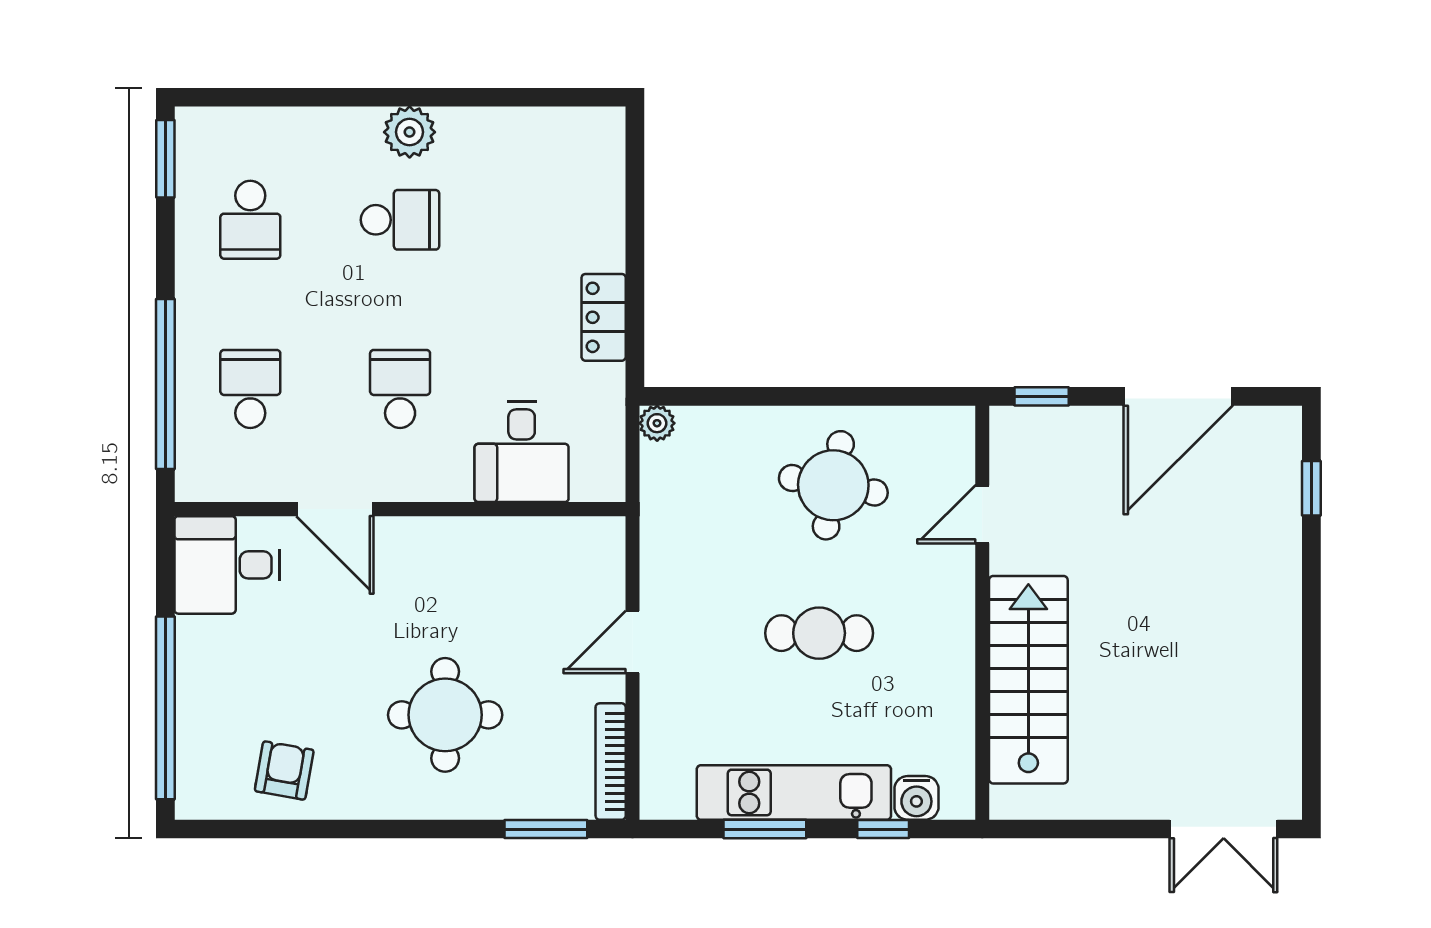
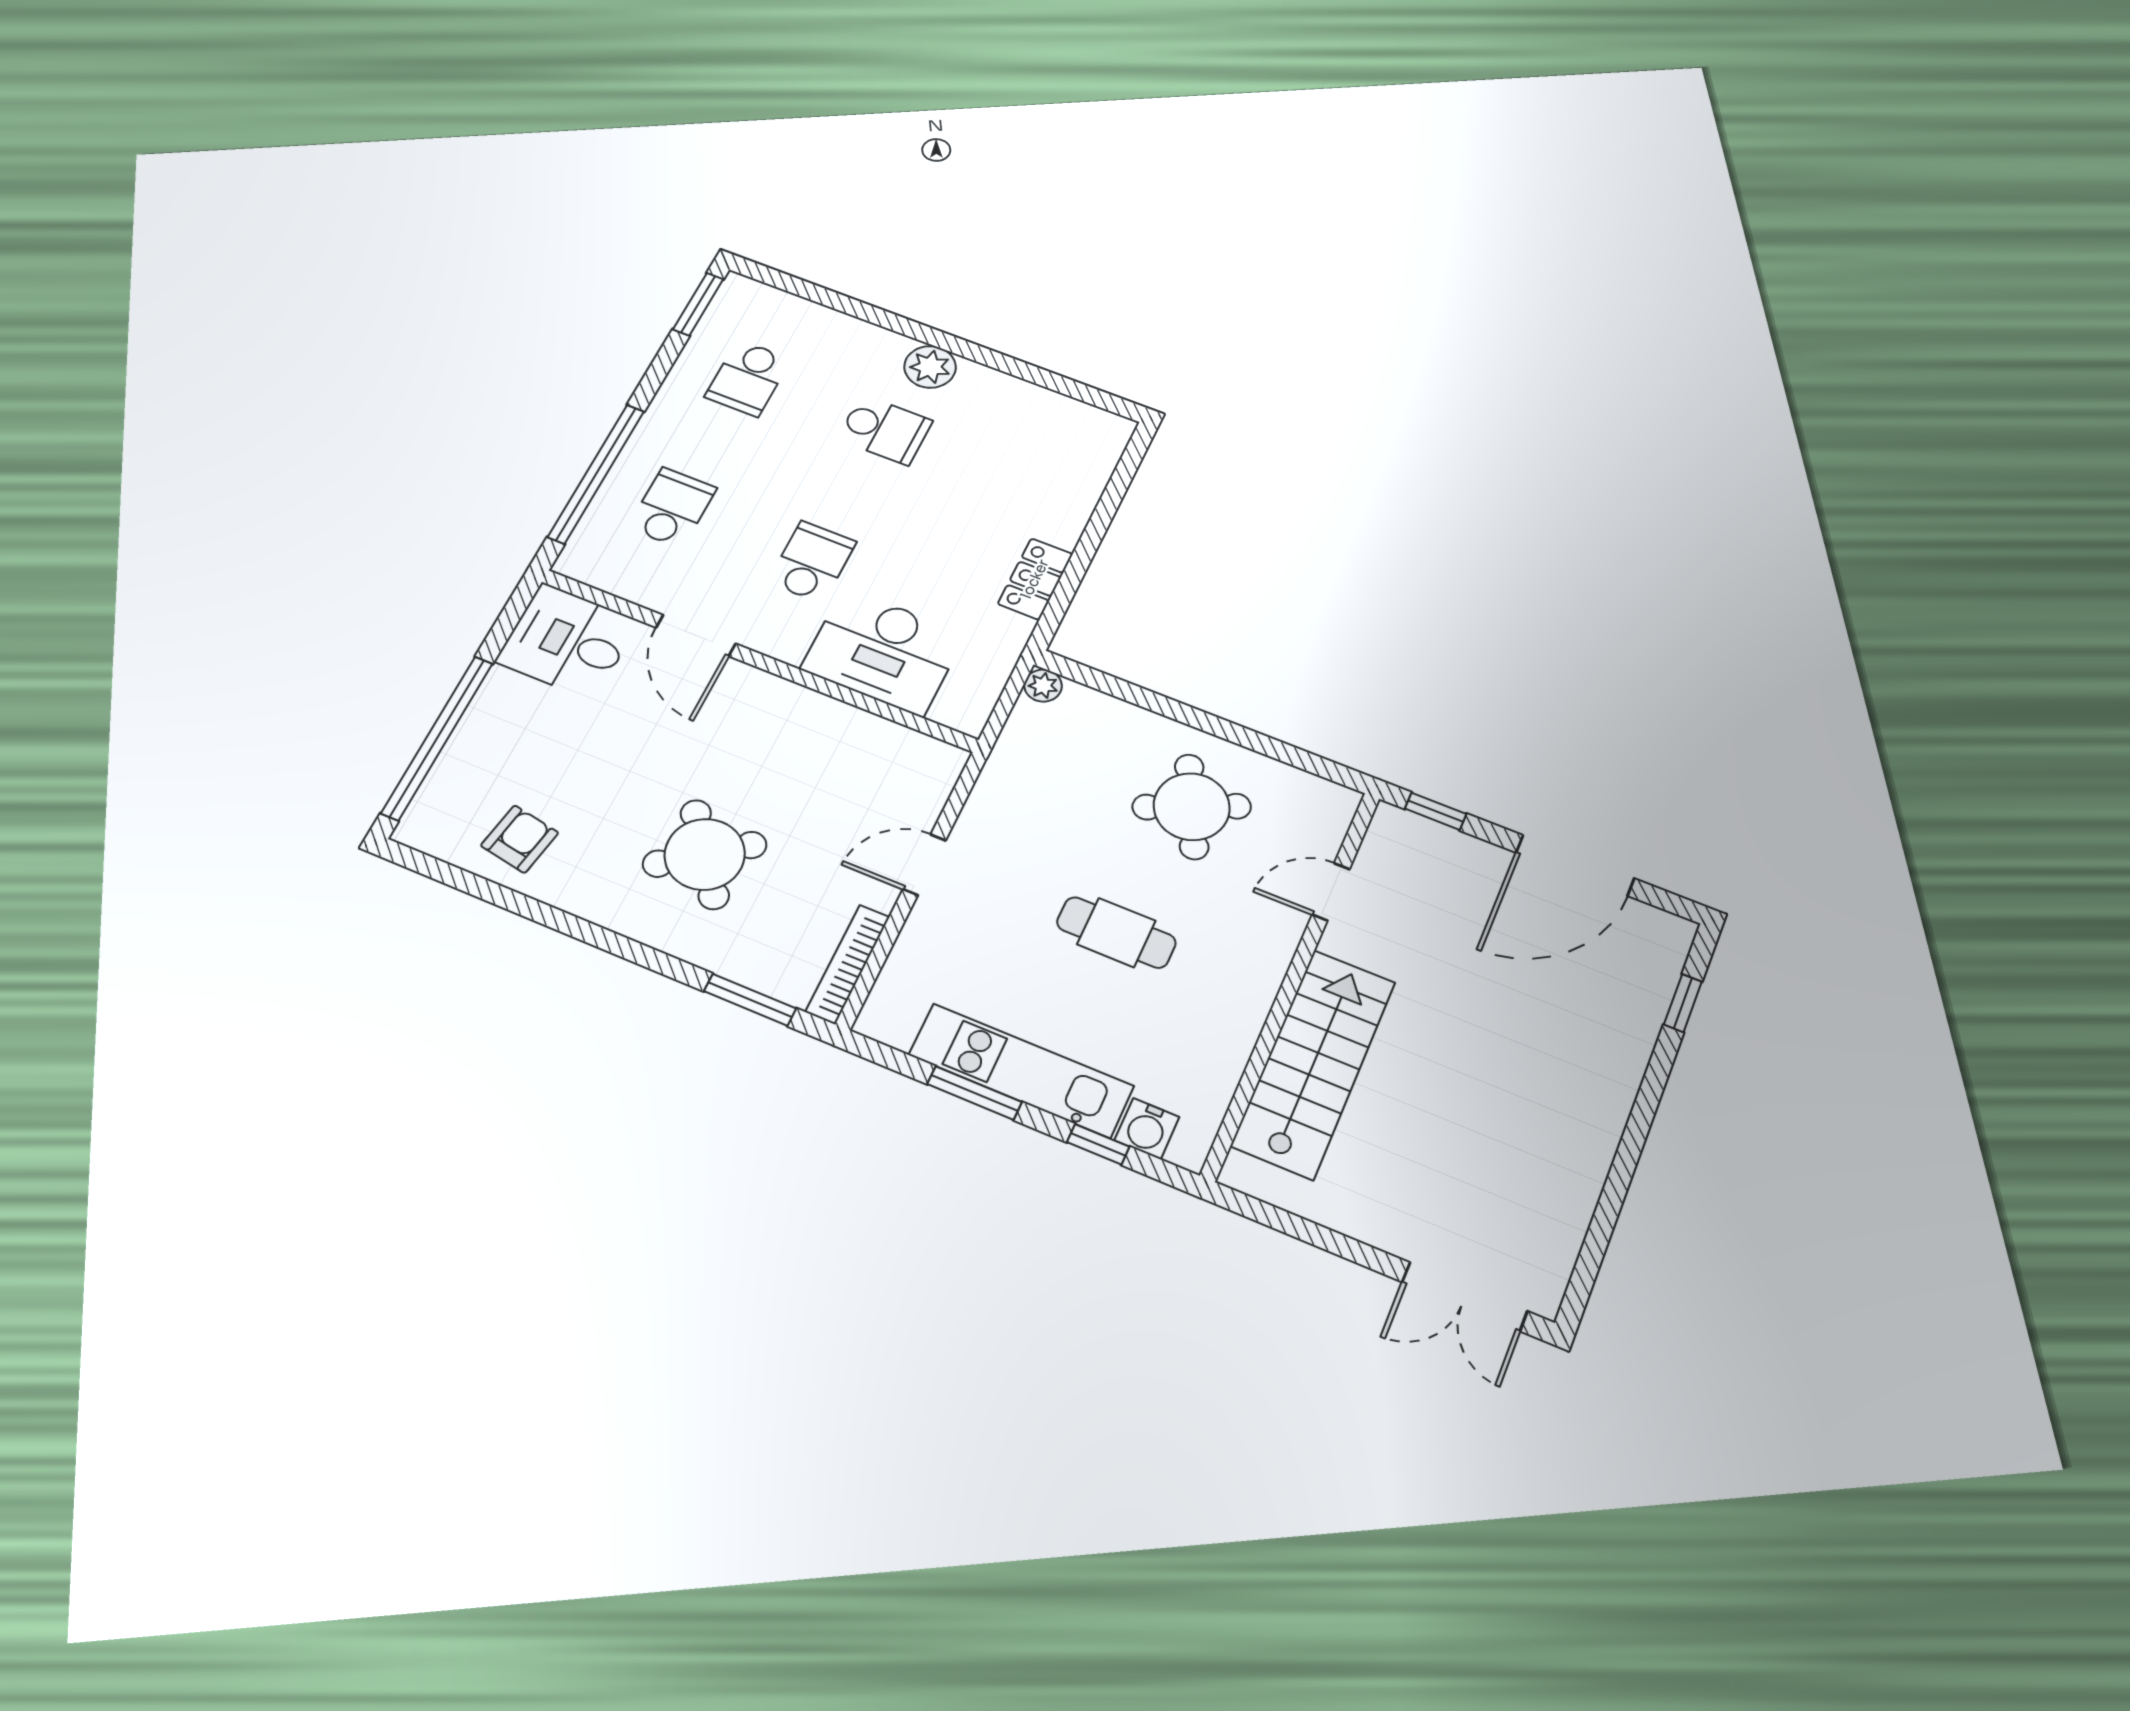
desk: (522, 452) -> (883, 652), width x1.37
round table: (833, 485) -> (1192, 807), turned -35
round table: (445, 715) -> (705, 854), turned -37

